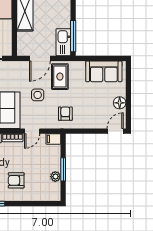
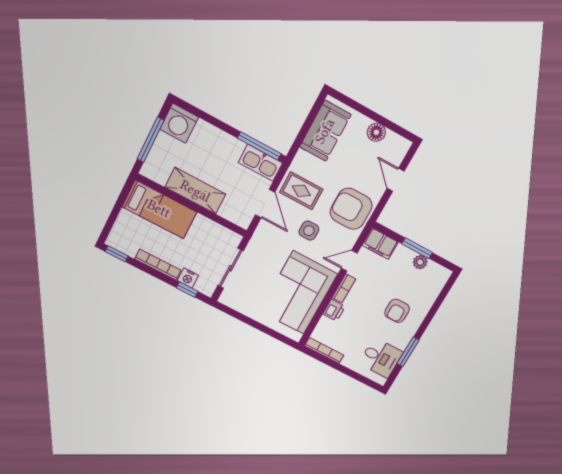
armchair: (65, 114) -> (351, 209), width x1.88, depth x1.88
door: (32, 131) -> (349, 261), swing flipped
door: (115, 131) -> (396, 180), moved
filing cabinet: (53, 139) -> (380, 244), width x2.00

